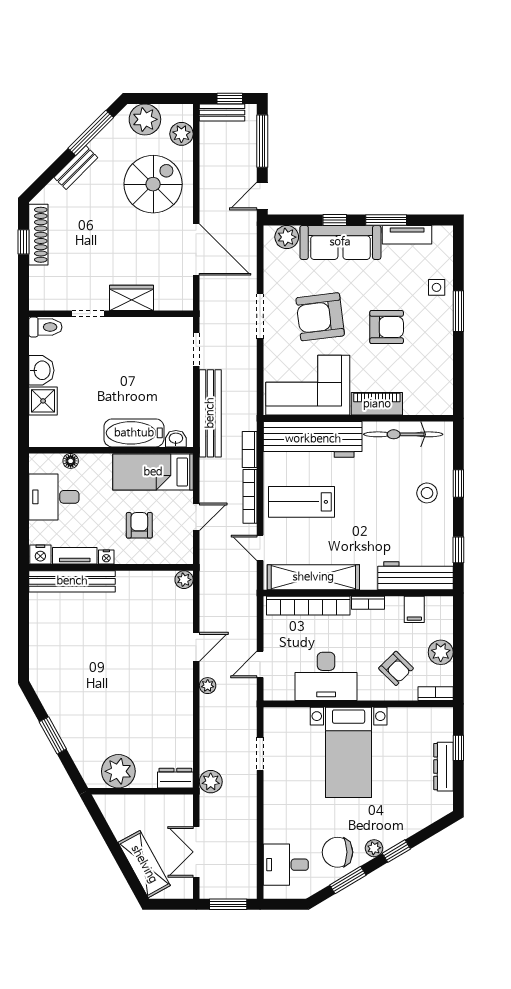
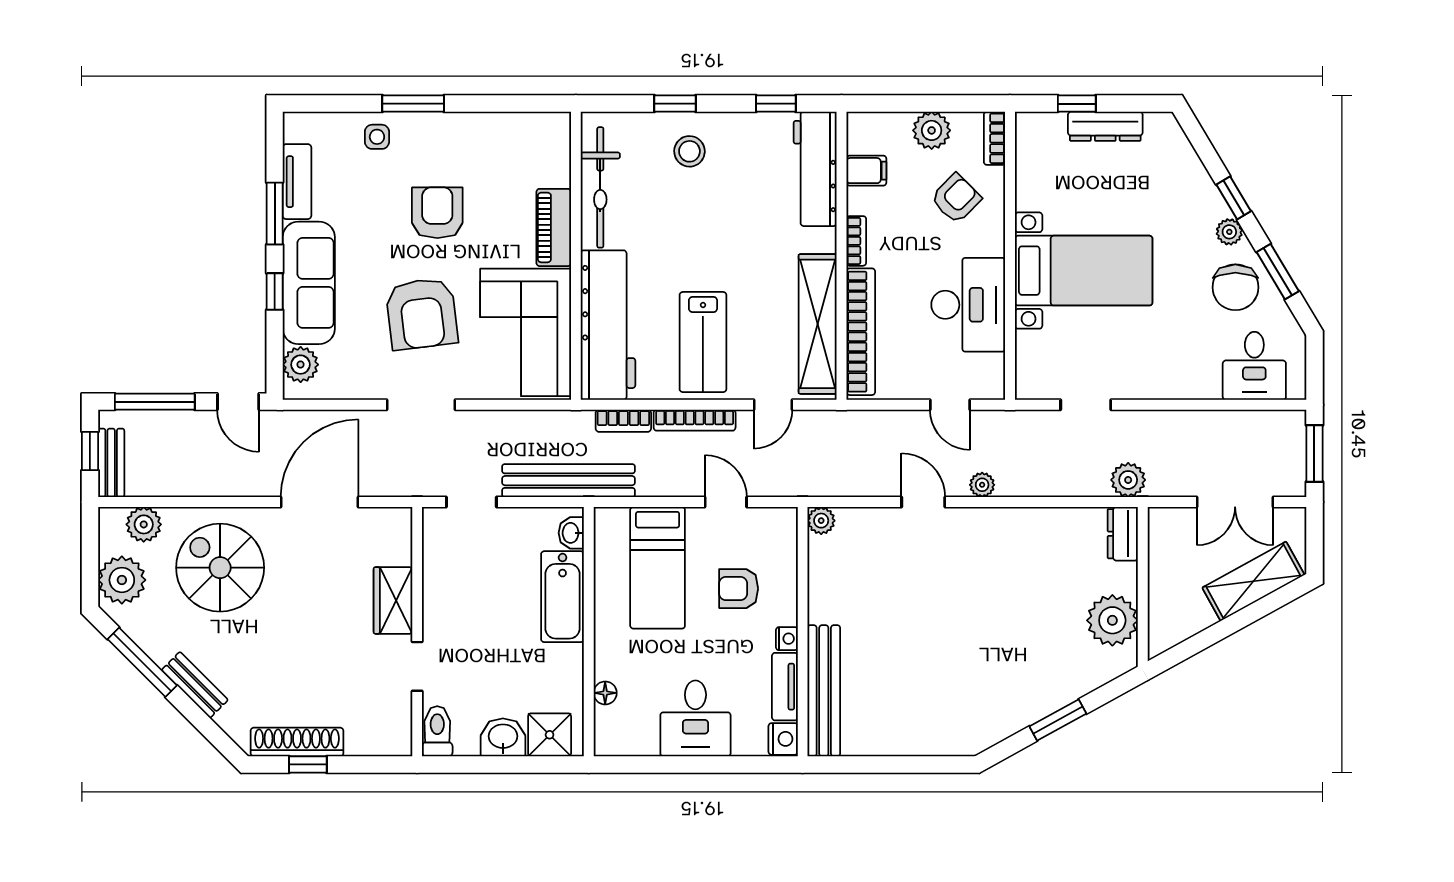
bathtub: (134, 433) -> (563, 597), moved
washbasin: (176, 439) -> (571, 533), moved
wall: (111, 450) -> (589, 632), moved
floor lamp: (71, 461) -> (605, 693), moved

